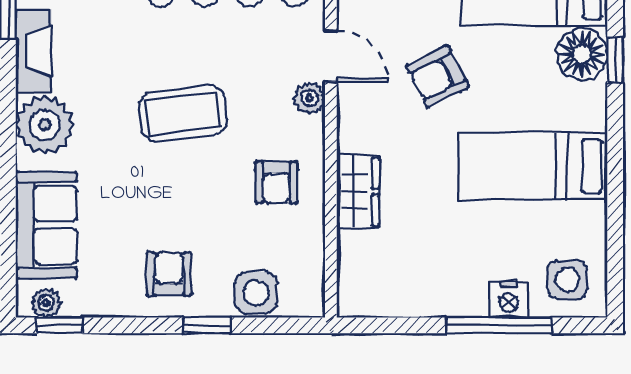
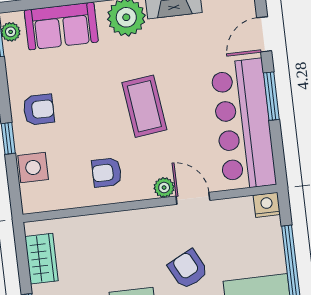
door: (331, 56) -> (193, 198), swing flipped
wardrobe: (358, 192) -> (42, 259), moved, turned -90

